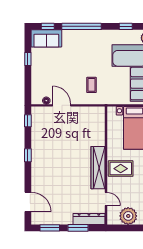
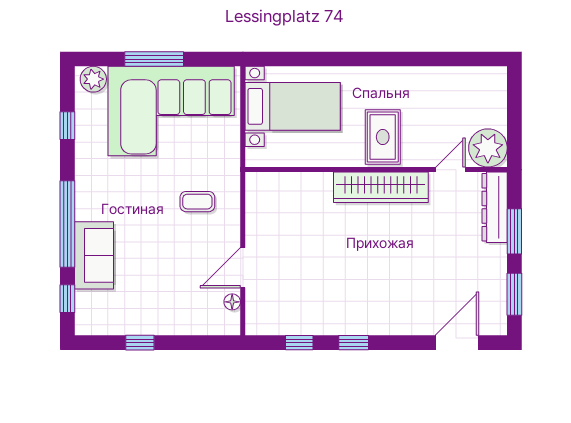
sofa: (46, 38) -> (94, 255), moved
window: (28, 121) -> (299, 343), moved
plant: (128, 216) -> (488, 148), moved

